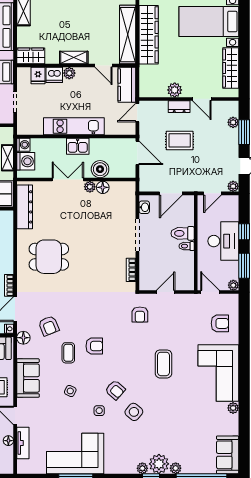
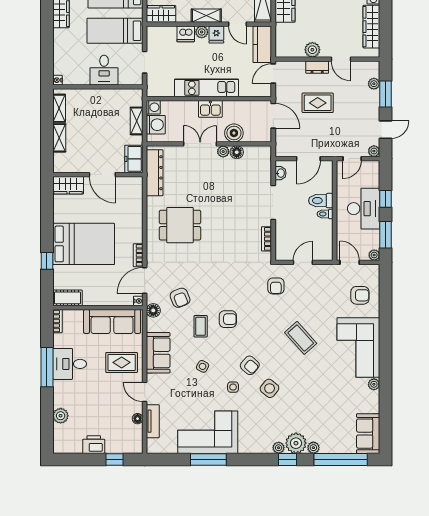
fridge: (38, 76) -> (216, 34), moved
coffee table: (163, 364) -> (301, 338), turned -42

